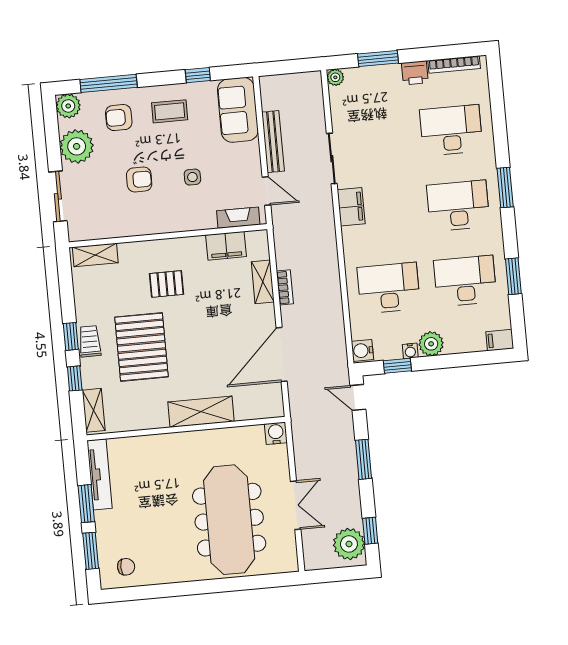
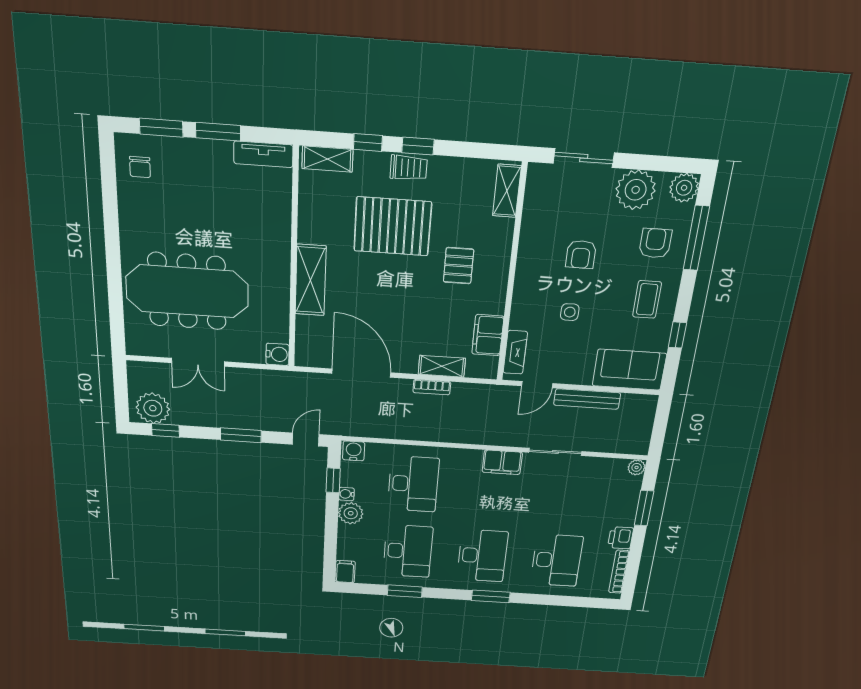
tv unit: (100, 474) -> (263, 154), width x0.71

